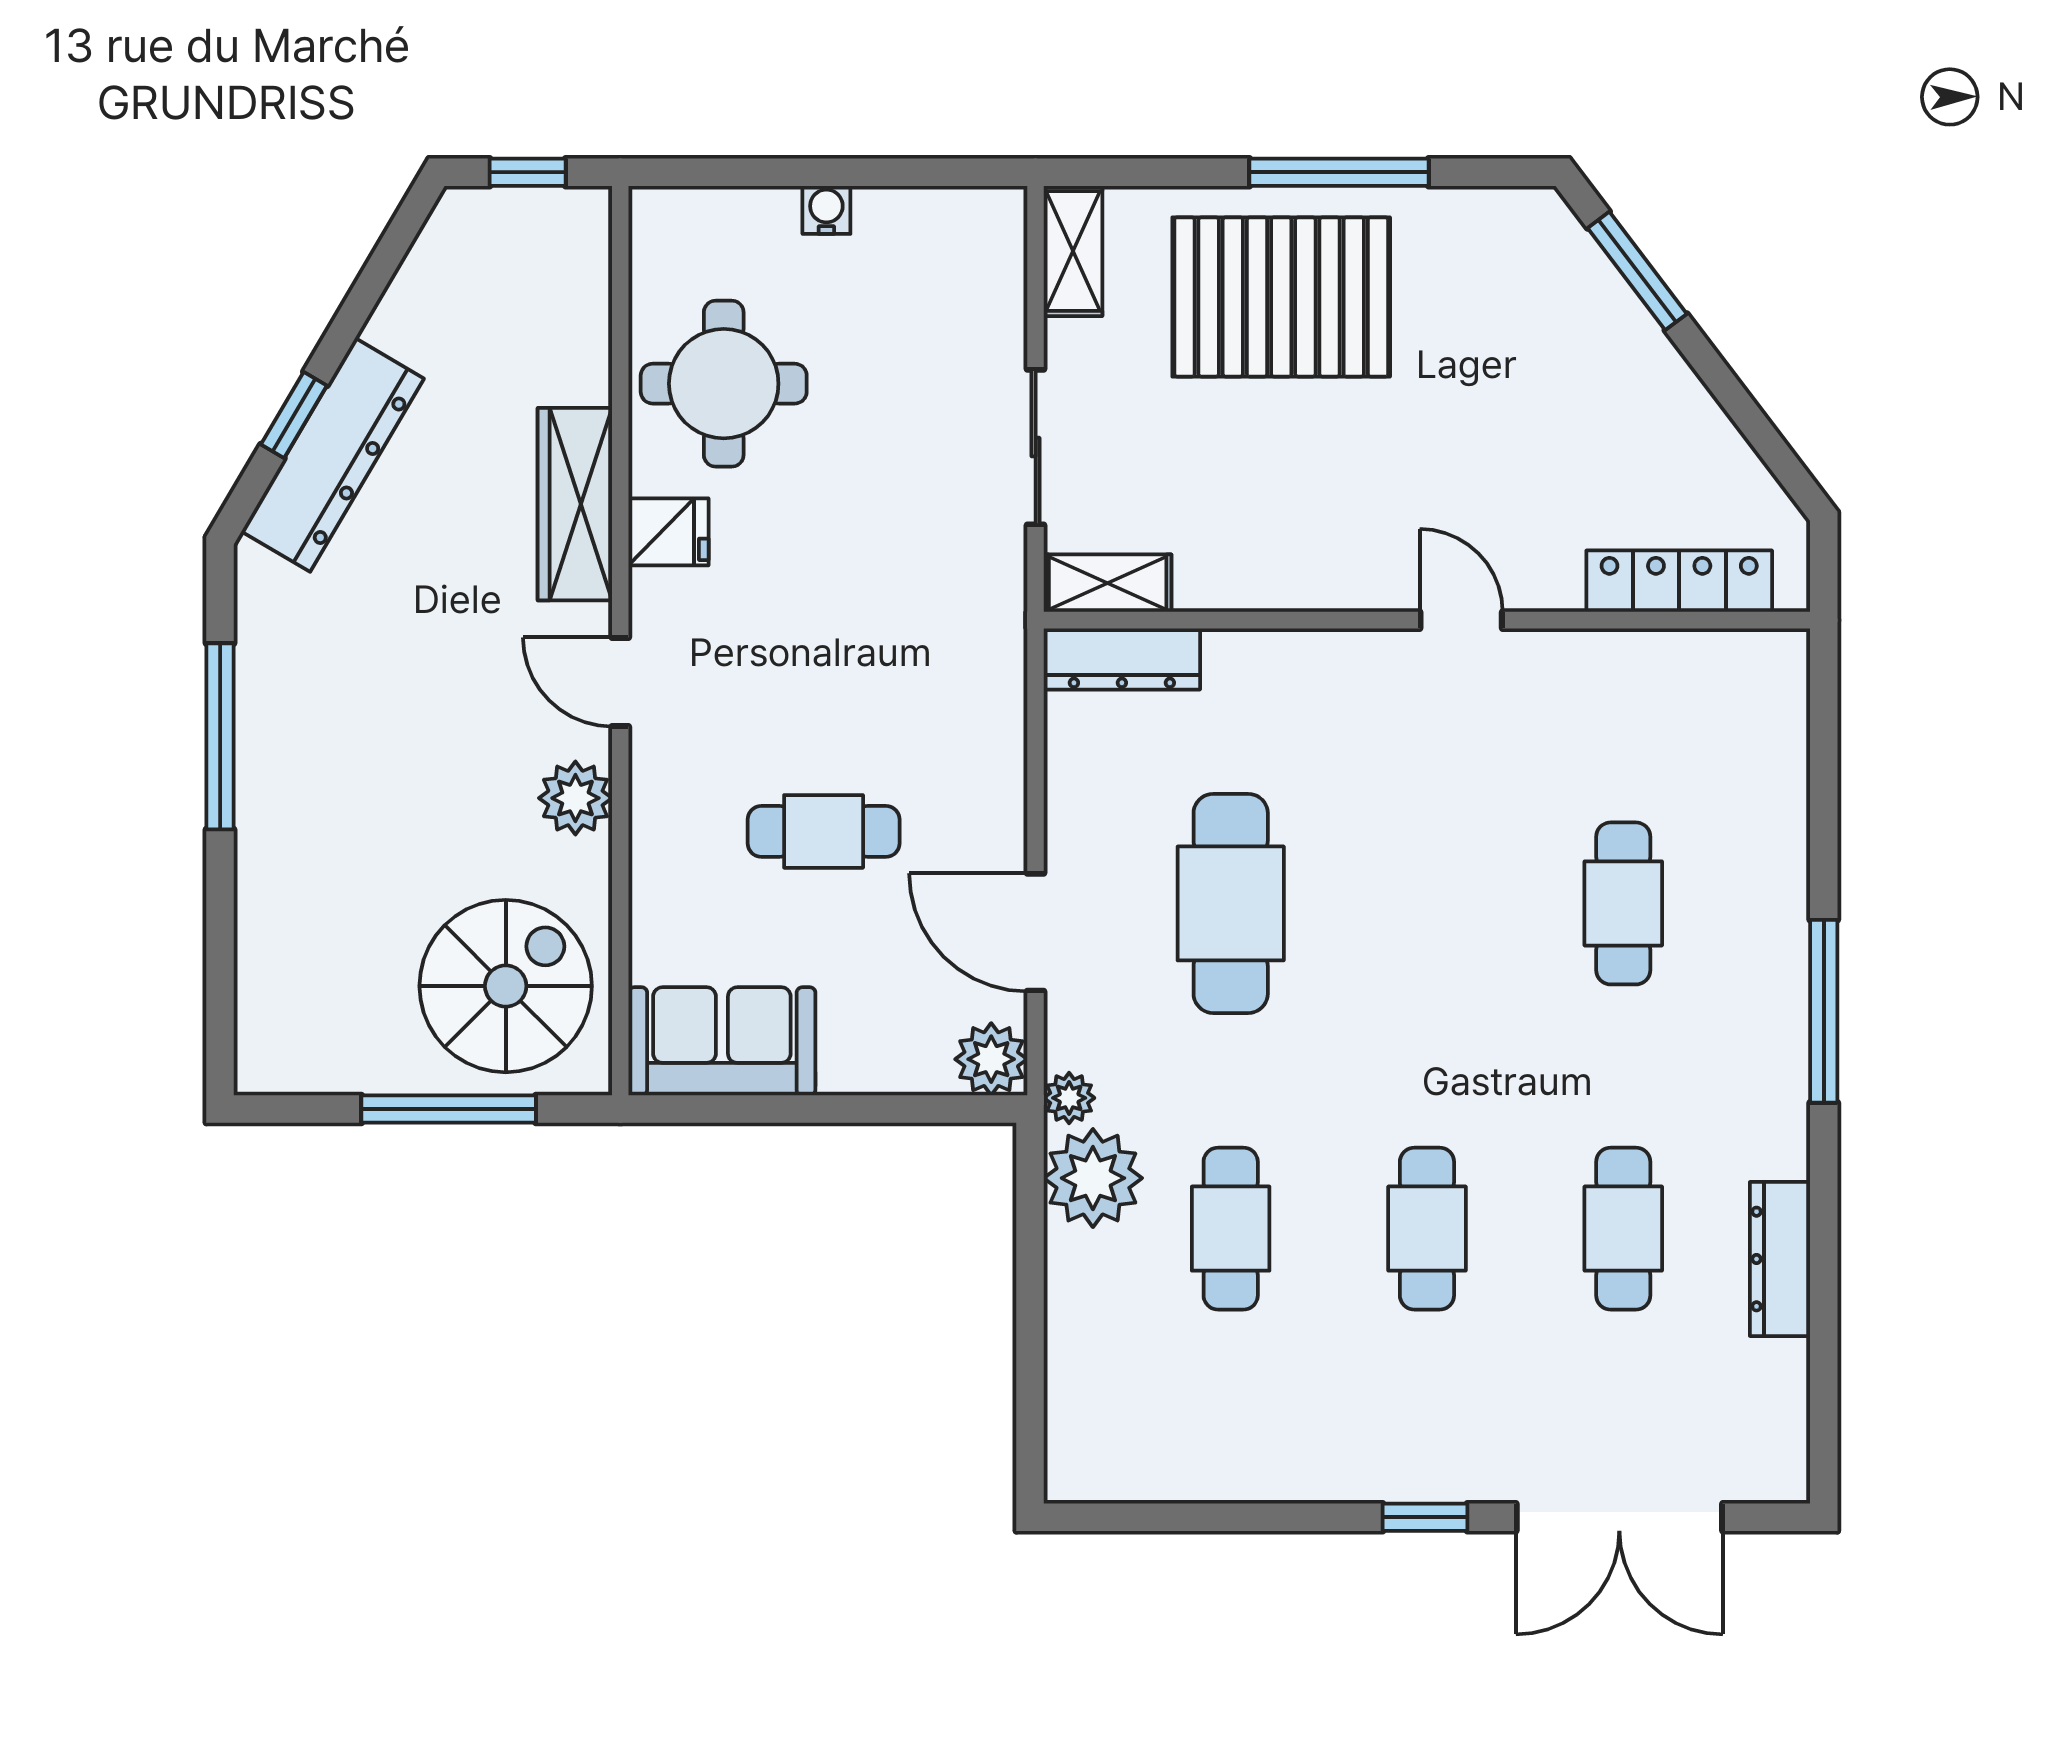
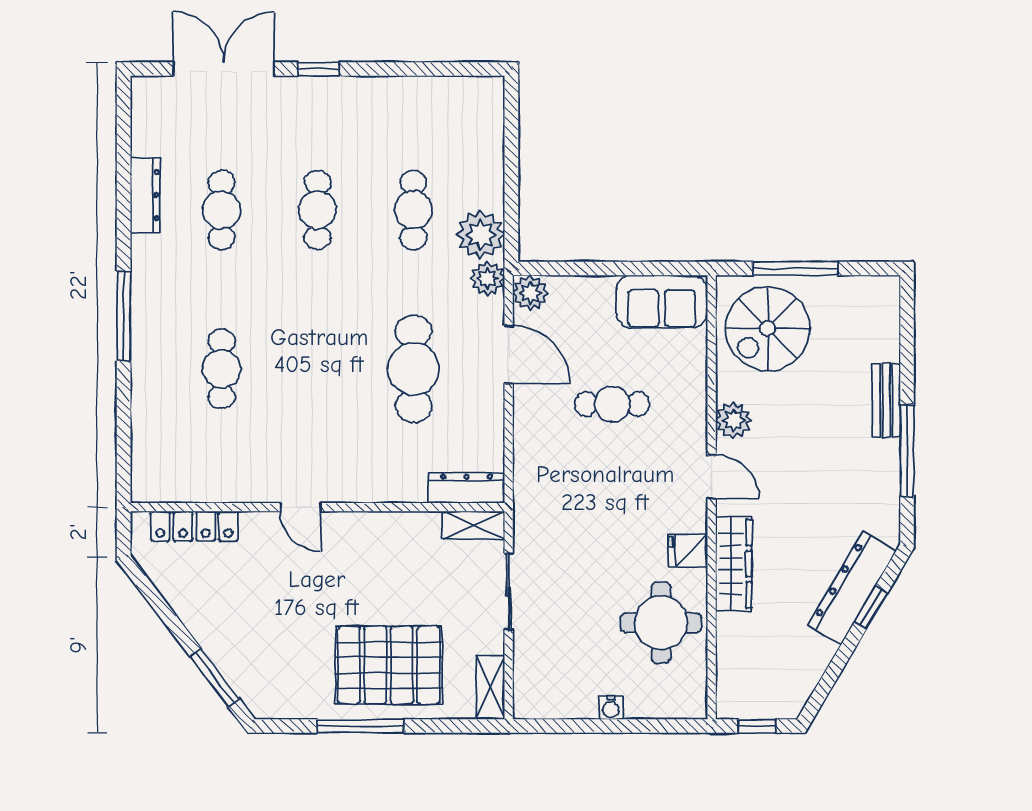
bench: (262, 839) -> (886, 400), added
plant: (1069, 1098) -> (488, 278), width x1.38, depth x1.38

